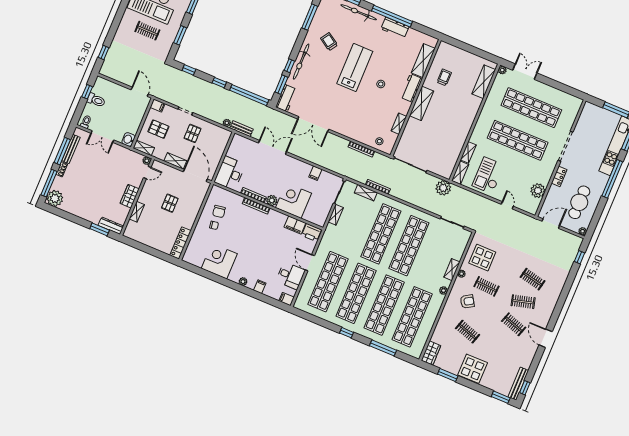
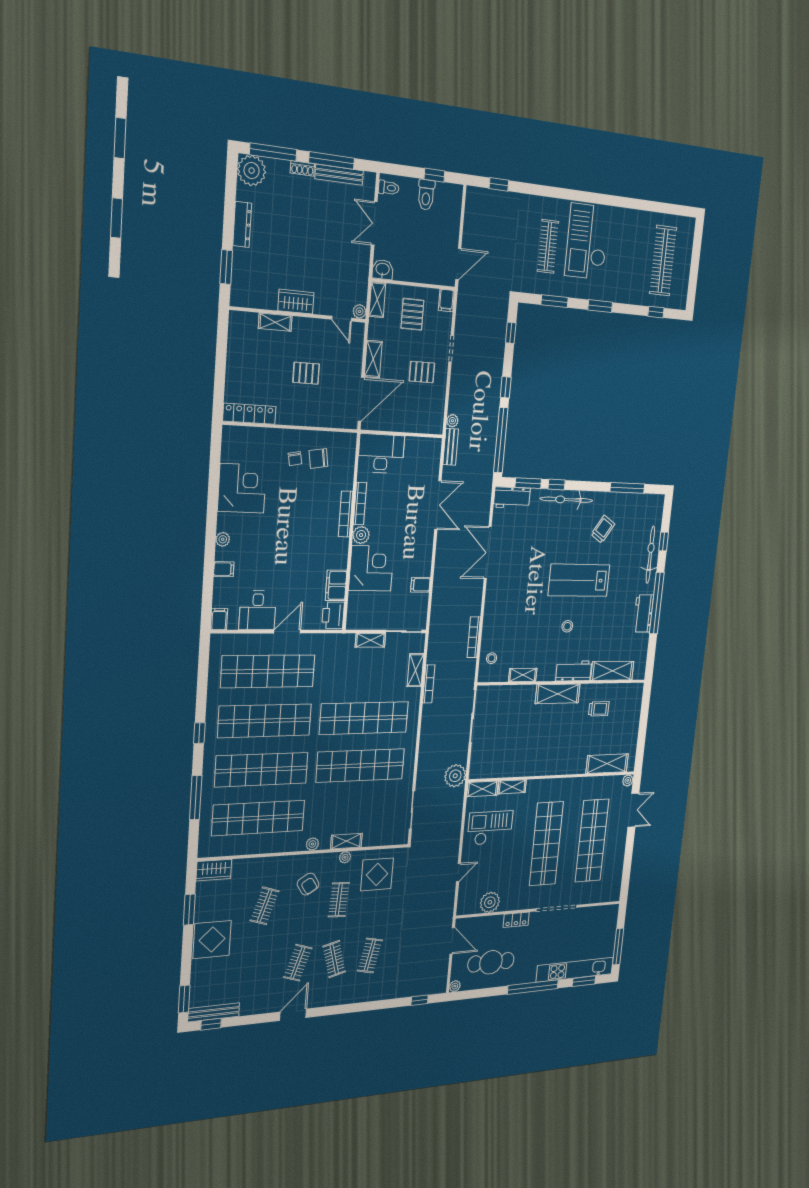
clothes rail: (147, 31) -> (548, 246), width x1.36
lab bench: (355, 67) -> (579, 580), turned 180
dresser: (111, 226) -> (242, 224), moved

